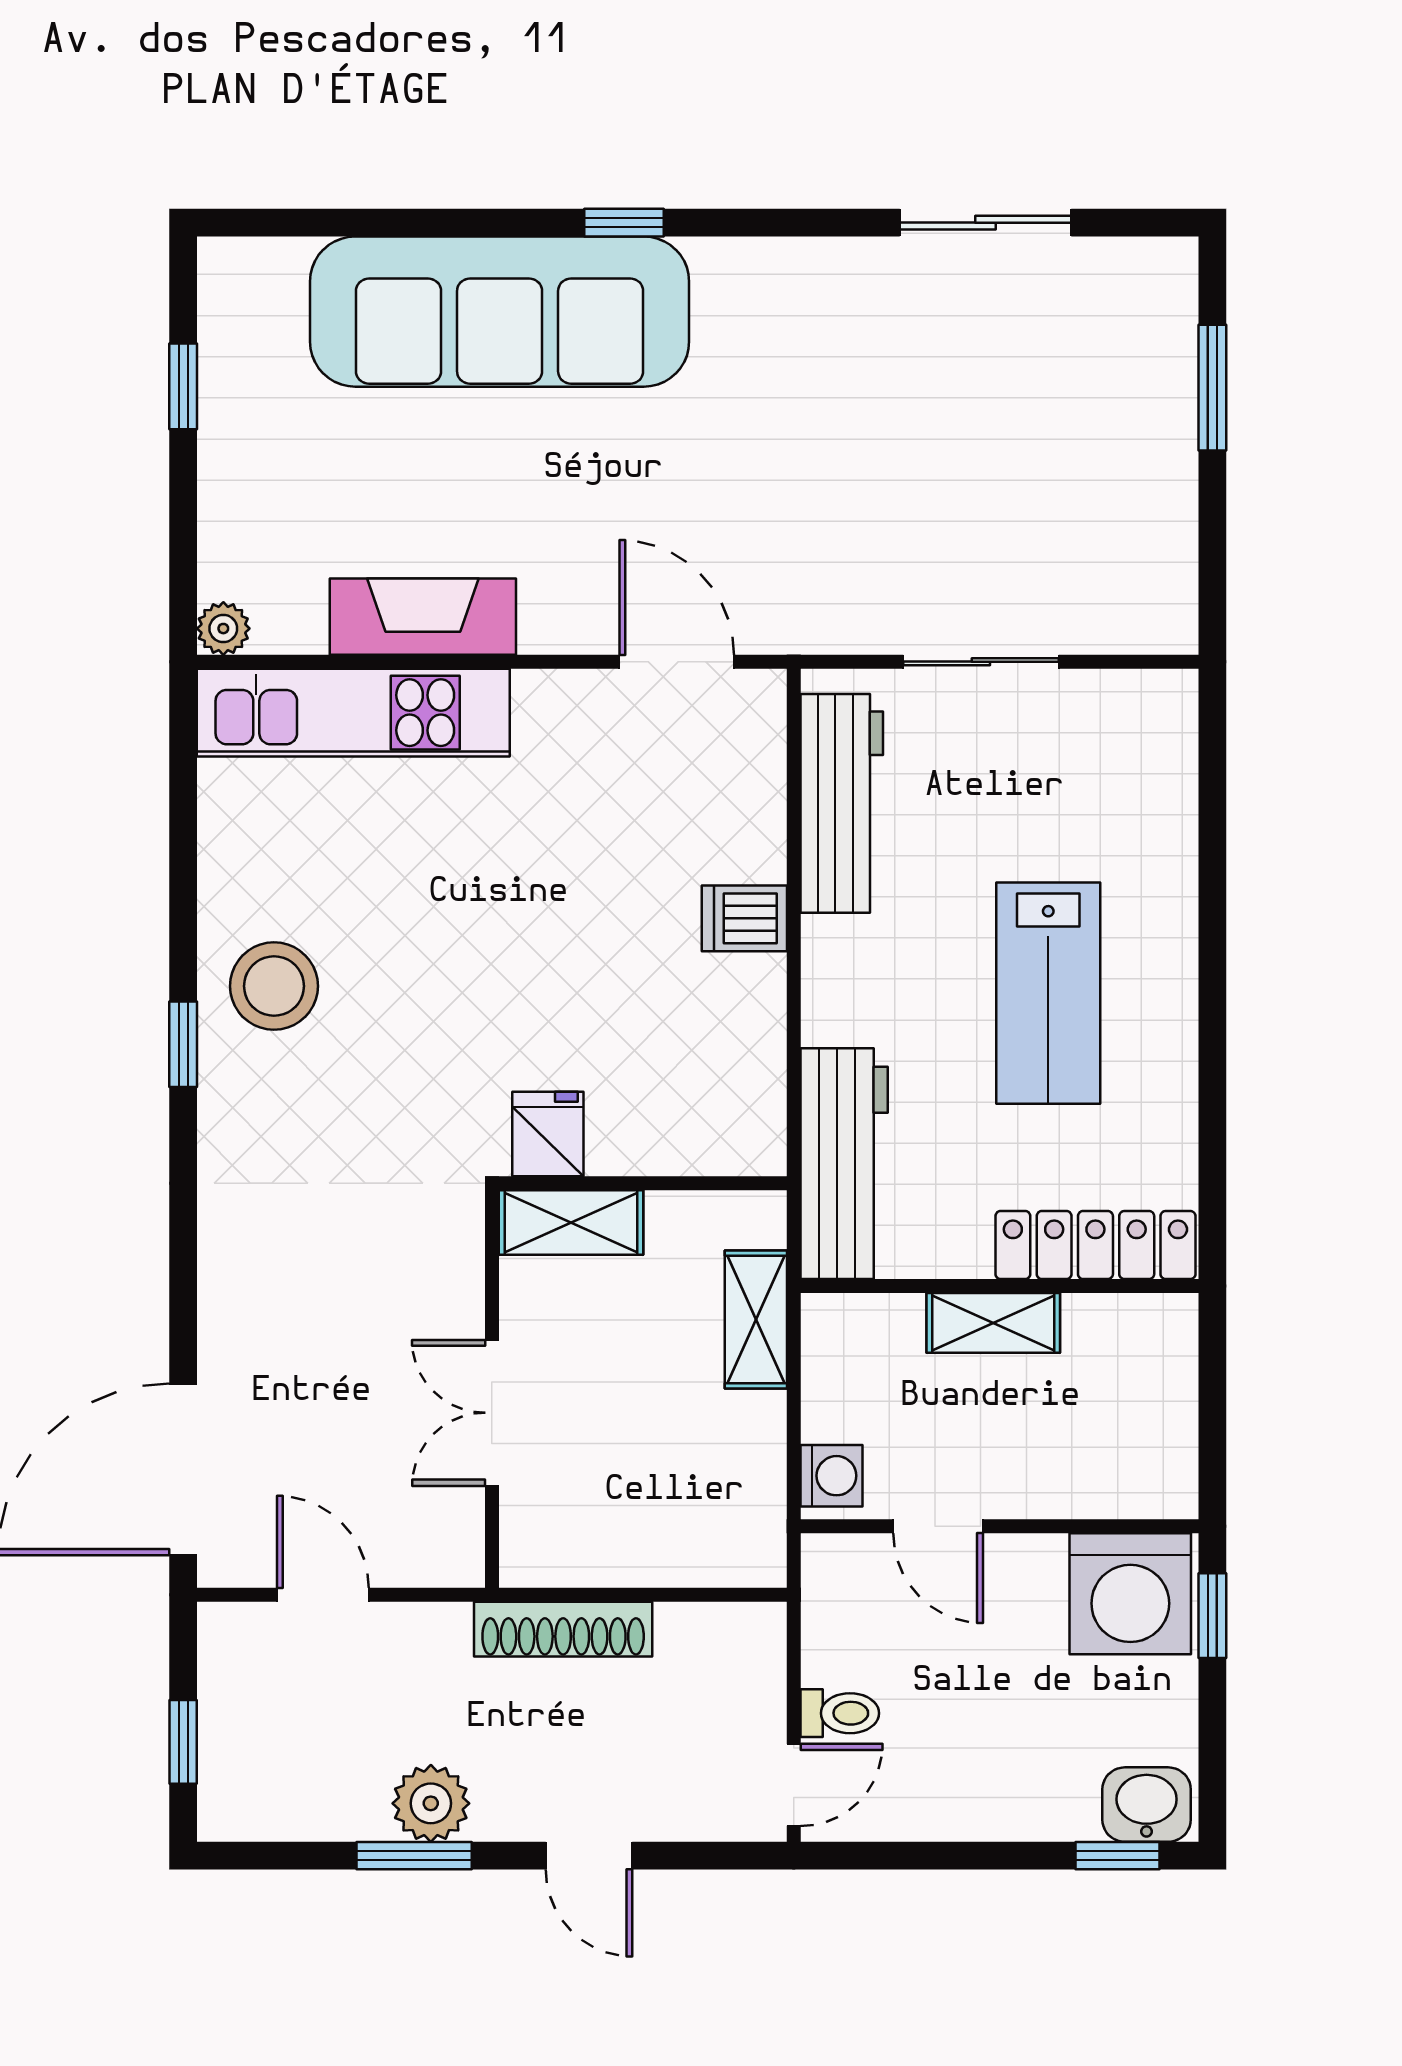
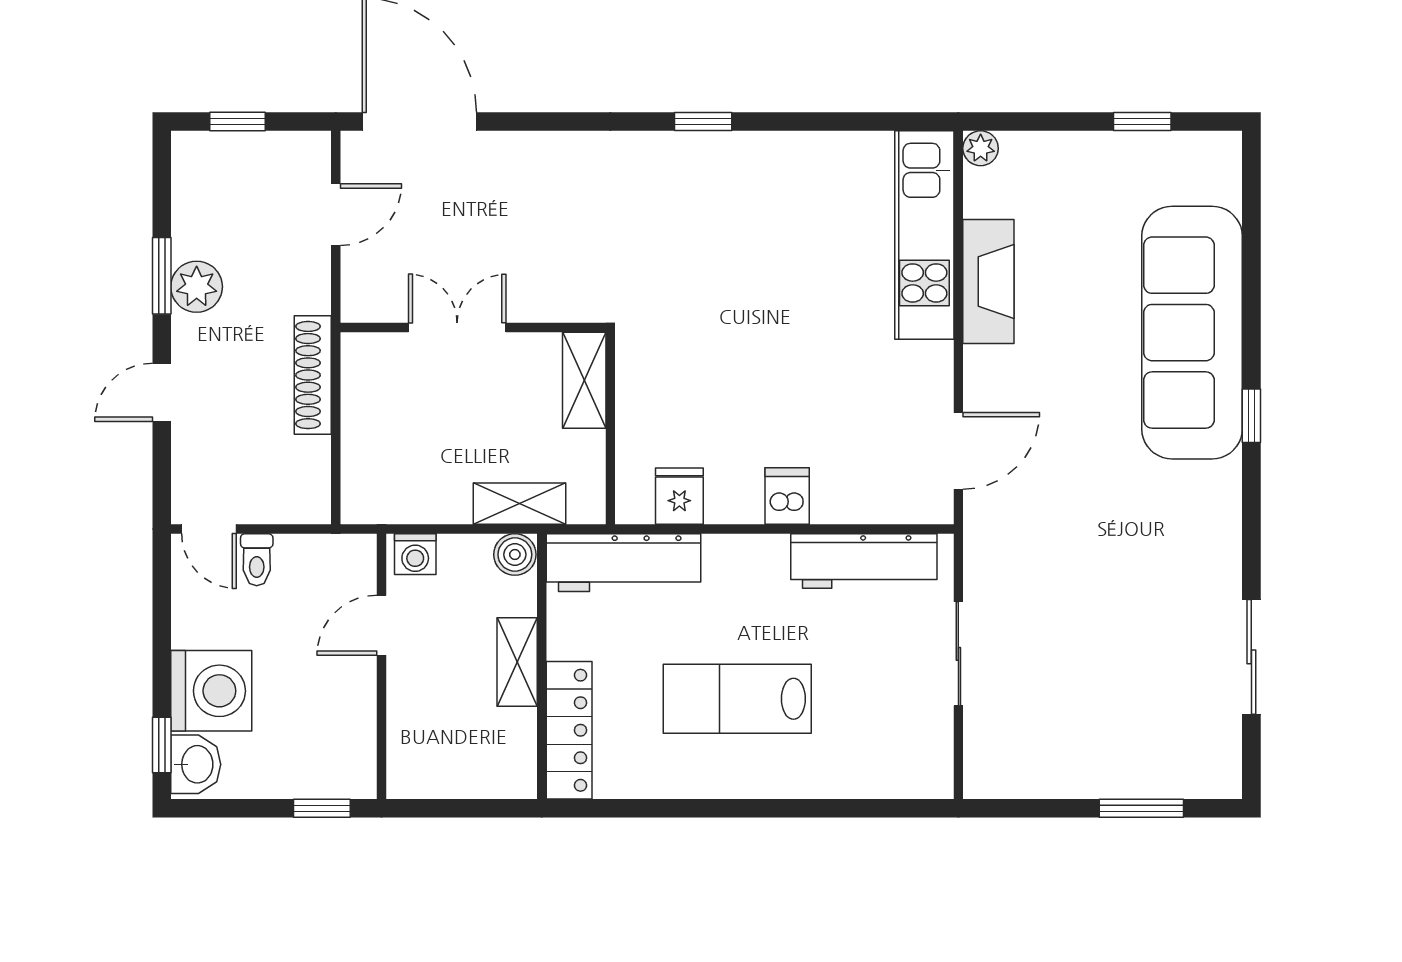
stool: (274, 986) -> (742, 182), removed
fridge: (548, 1134) -> (679, 496), moved, turned -90
boiler: (832, 1326) -> (515, 555), added
washing machine: (1130, 1594) -> (211, 691), moved, turned 180

